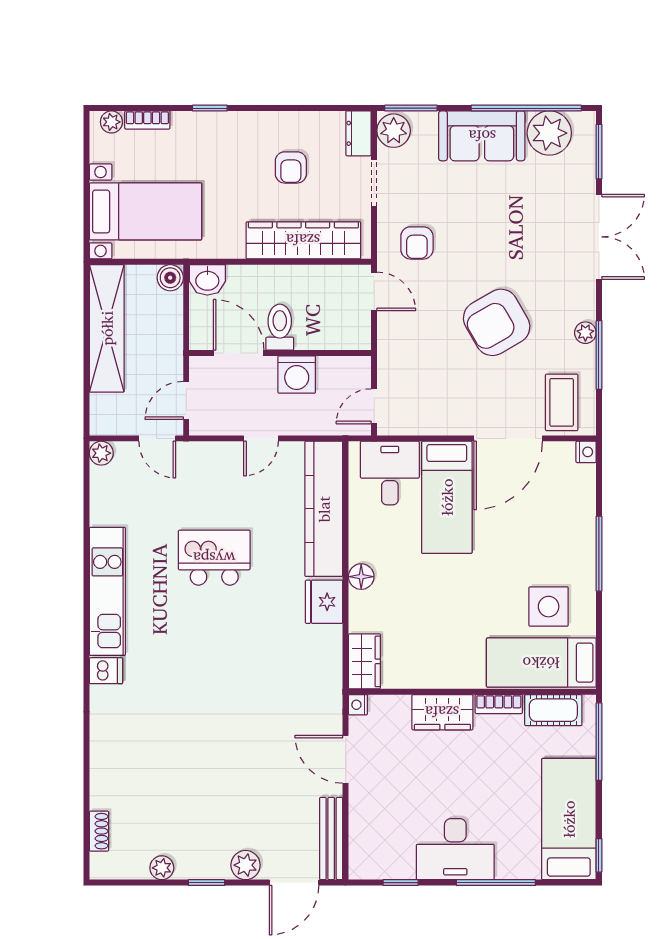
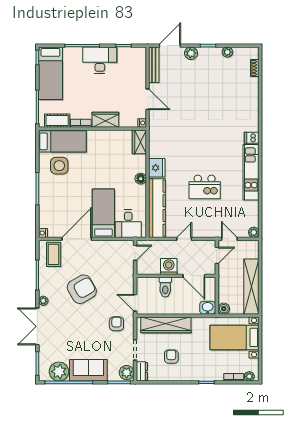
toilet: (280, 327) -> (165, 287), moved
plant: (585, 333) -> (43, 301), moved

